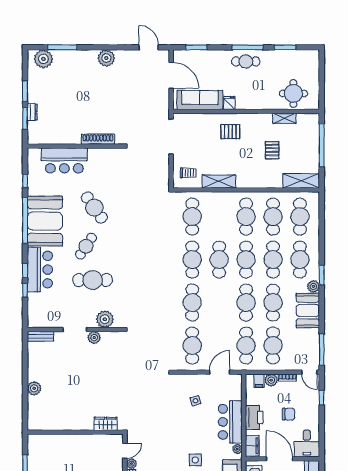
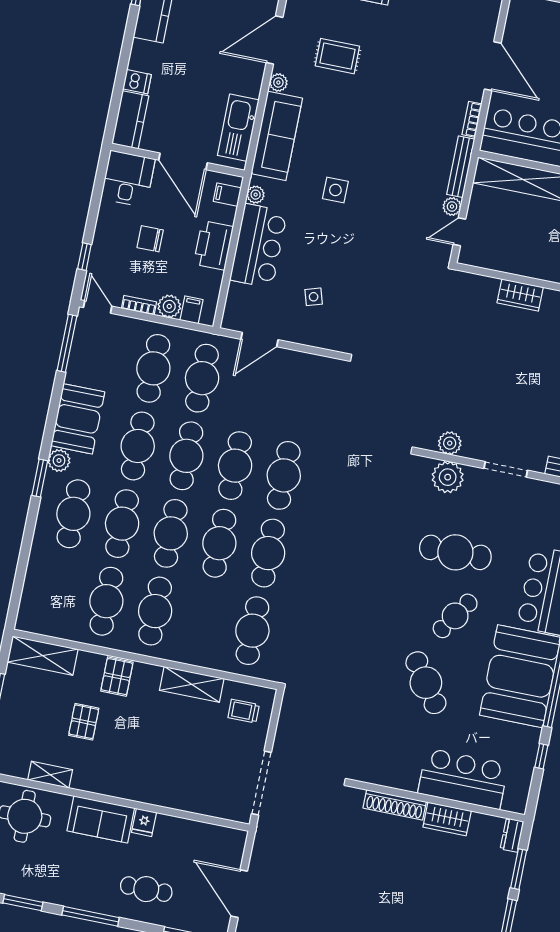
cafe table: (246, 61) -> (146, 889), moved
sofa: (200, 100) -> (101, 819), moved, width x0.73
dresser: (32, 112) -> (512, 835), moved
pallet: (230, 132) -> (117, 677), moved, turned 90
wardrobe: (68, 137) -> (447, 819), added
cafe table: (300, 217) -> (58, 591), removed
plant: (94, 338) -> (450, 443), moved
cafe table: (192, 345) -> (235, 466), moved
wardrobe: (105, 424) -> (520, 295), moved
filing cabinet: (252, 446) -> (227, 195), width x0.50

